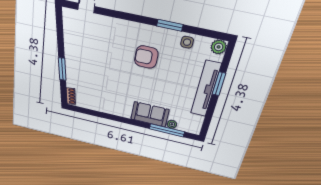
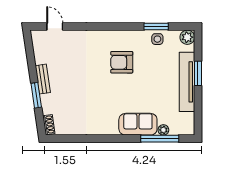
window: (170, 25) -> (156, 27), moved
bench: (69, 56) -> (43, 79), added

